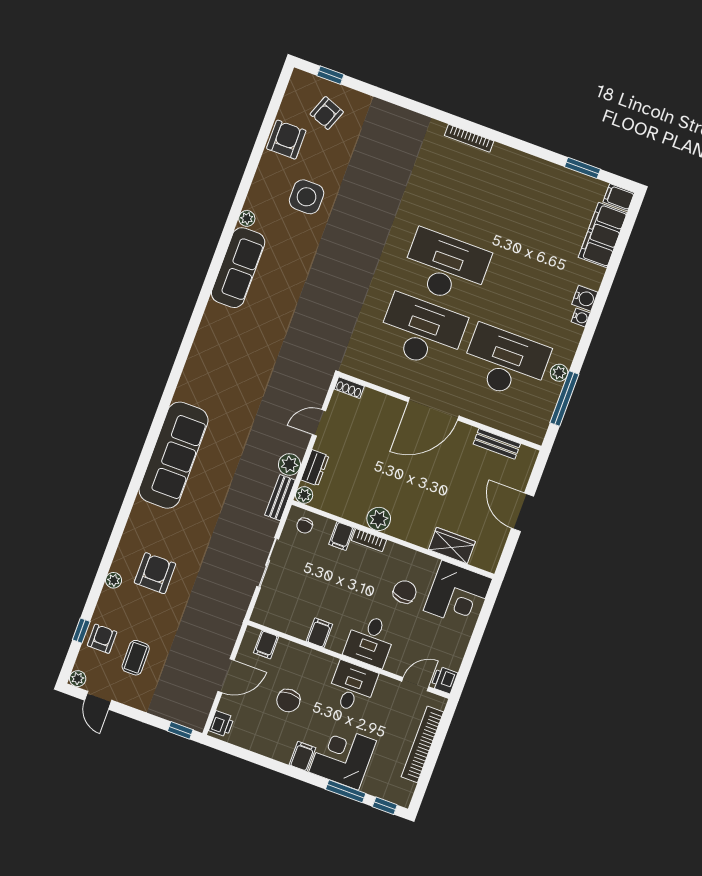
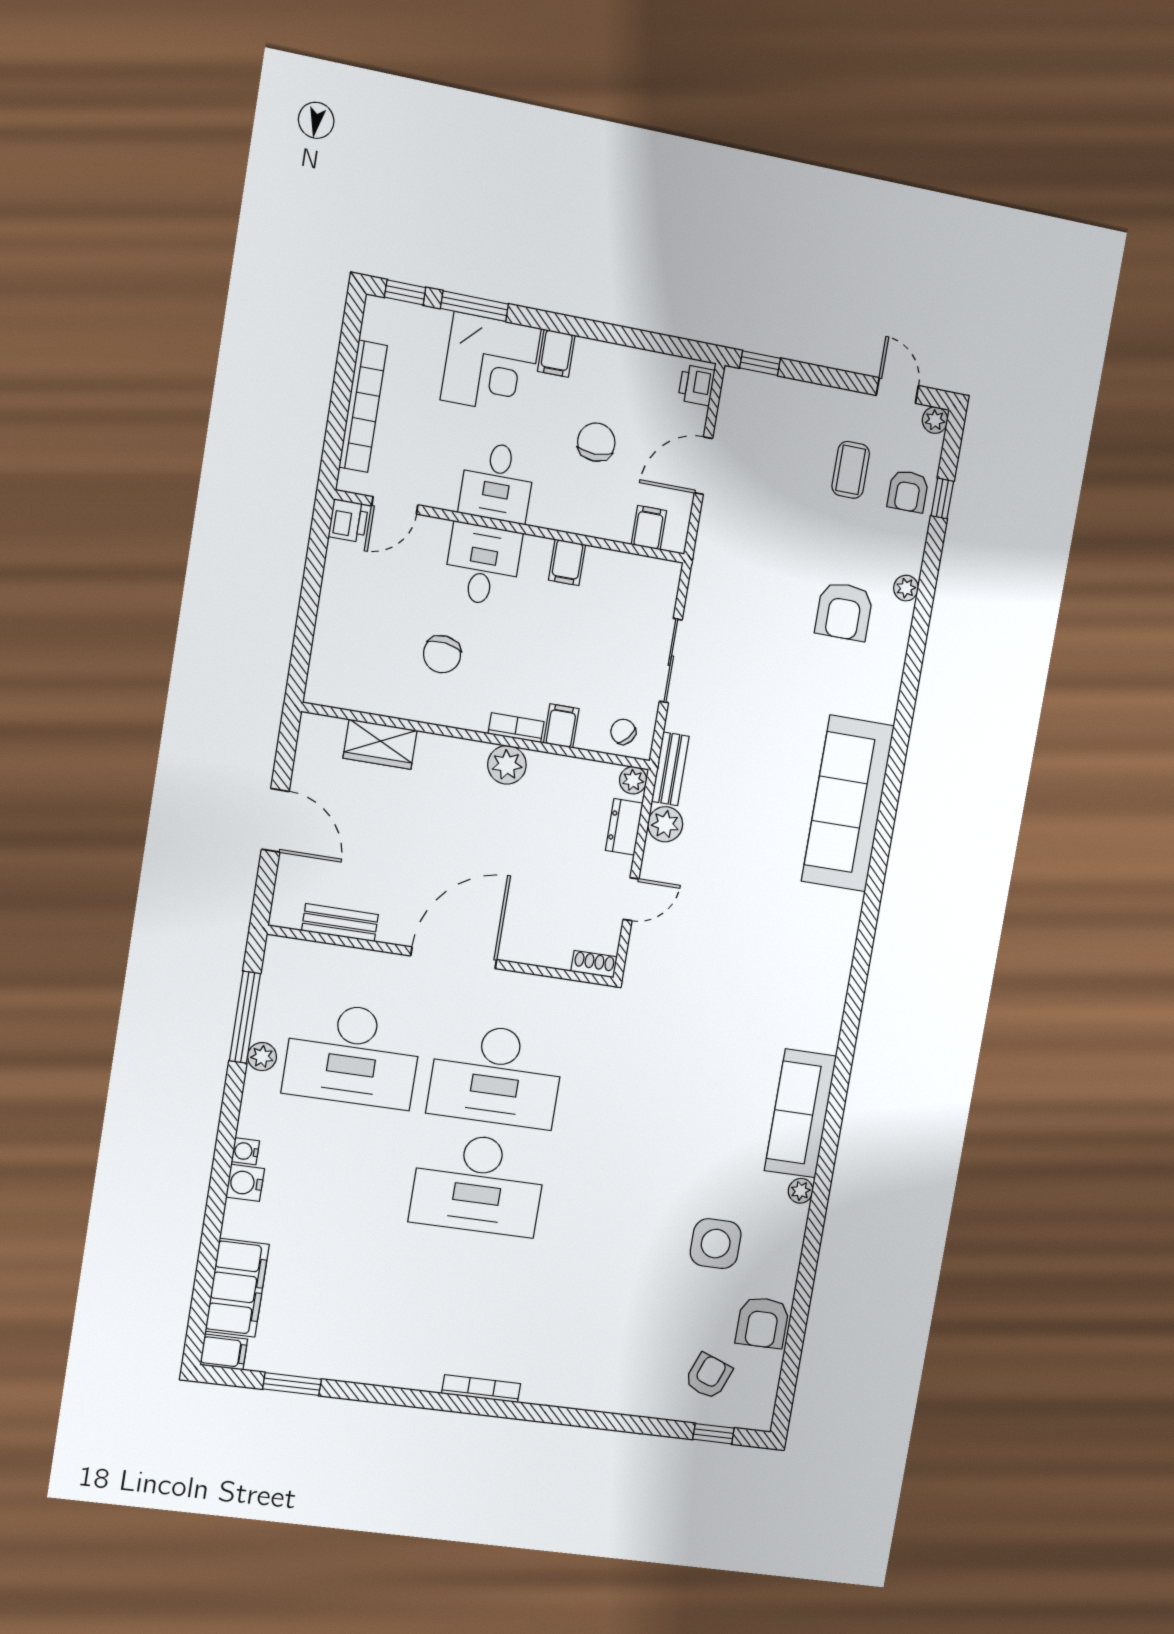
chair: (305, 526) -> (623, 732), turned -50
corner desk: (458, 595) -> (354, 666), removed

